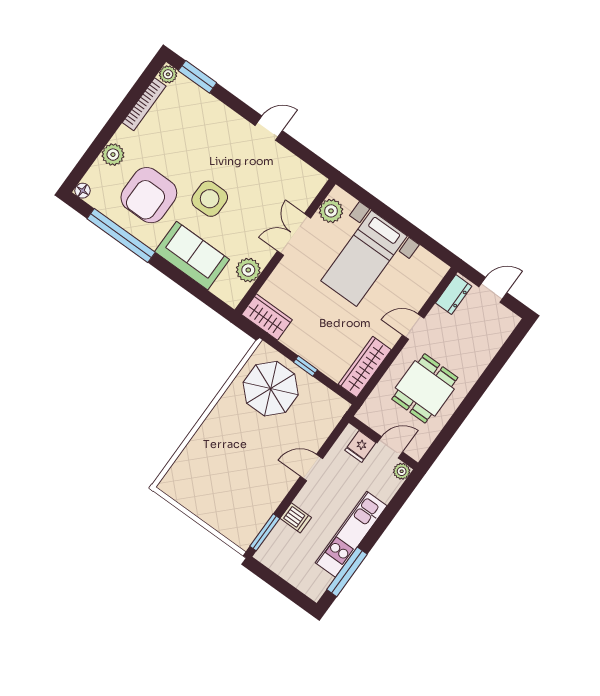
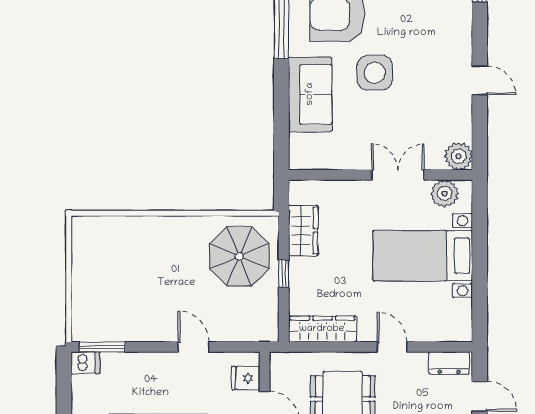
plant: (248, 270) -> (459, 156), moved
wardrobe: (267, 317) -> (303, 230), moved
dishwasher: (296, 518) -> (85, 363), moved, turned -90

